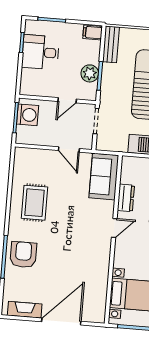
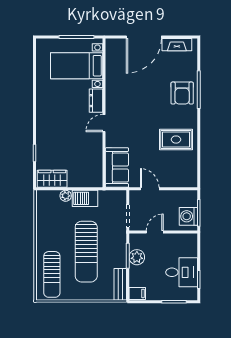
dresser: (126, 198) -> (96, 101), moved
rug: (35, 203) -> (176, 140), turned 90

